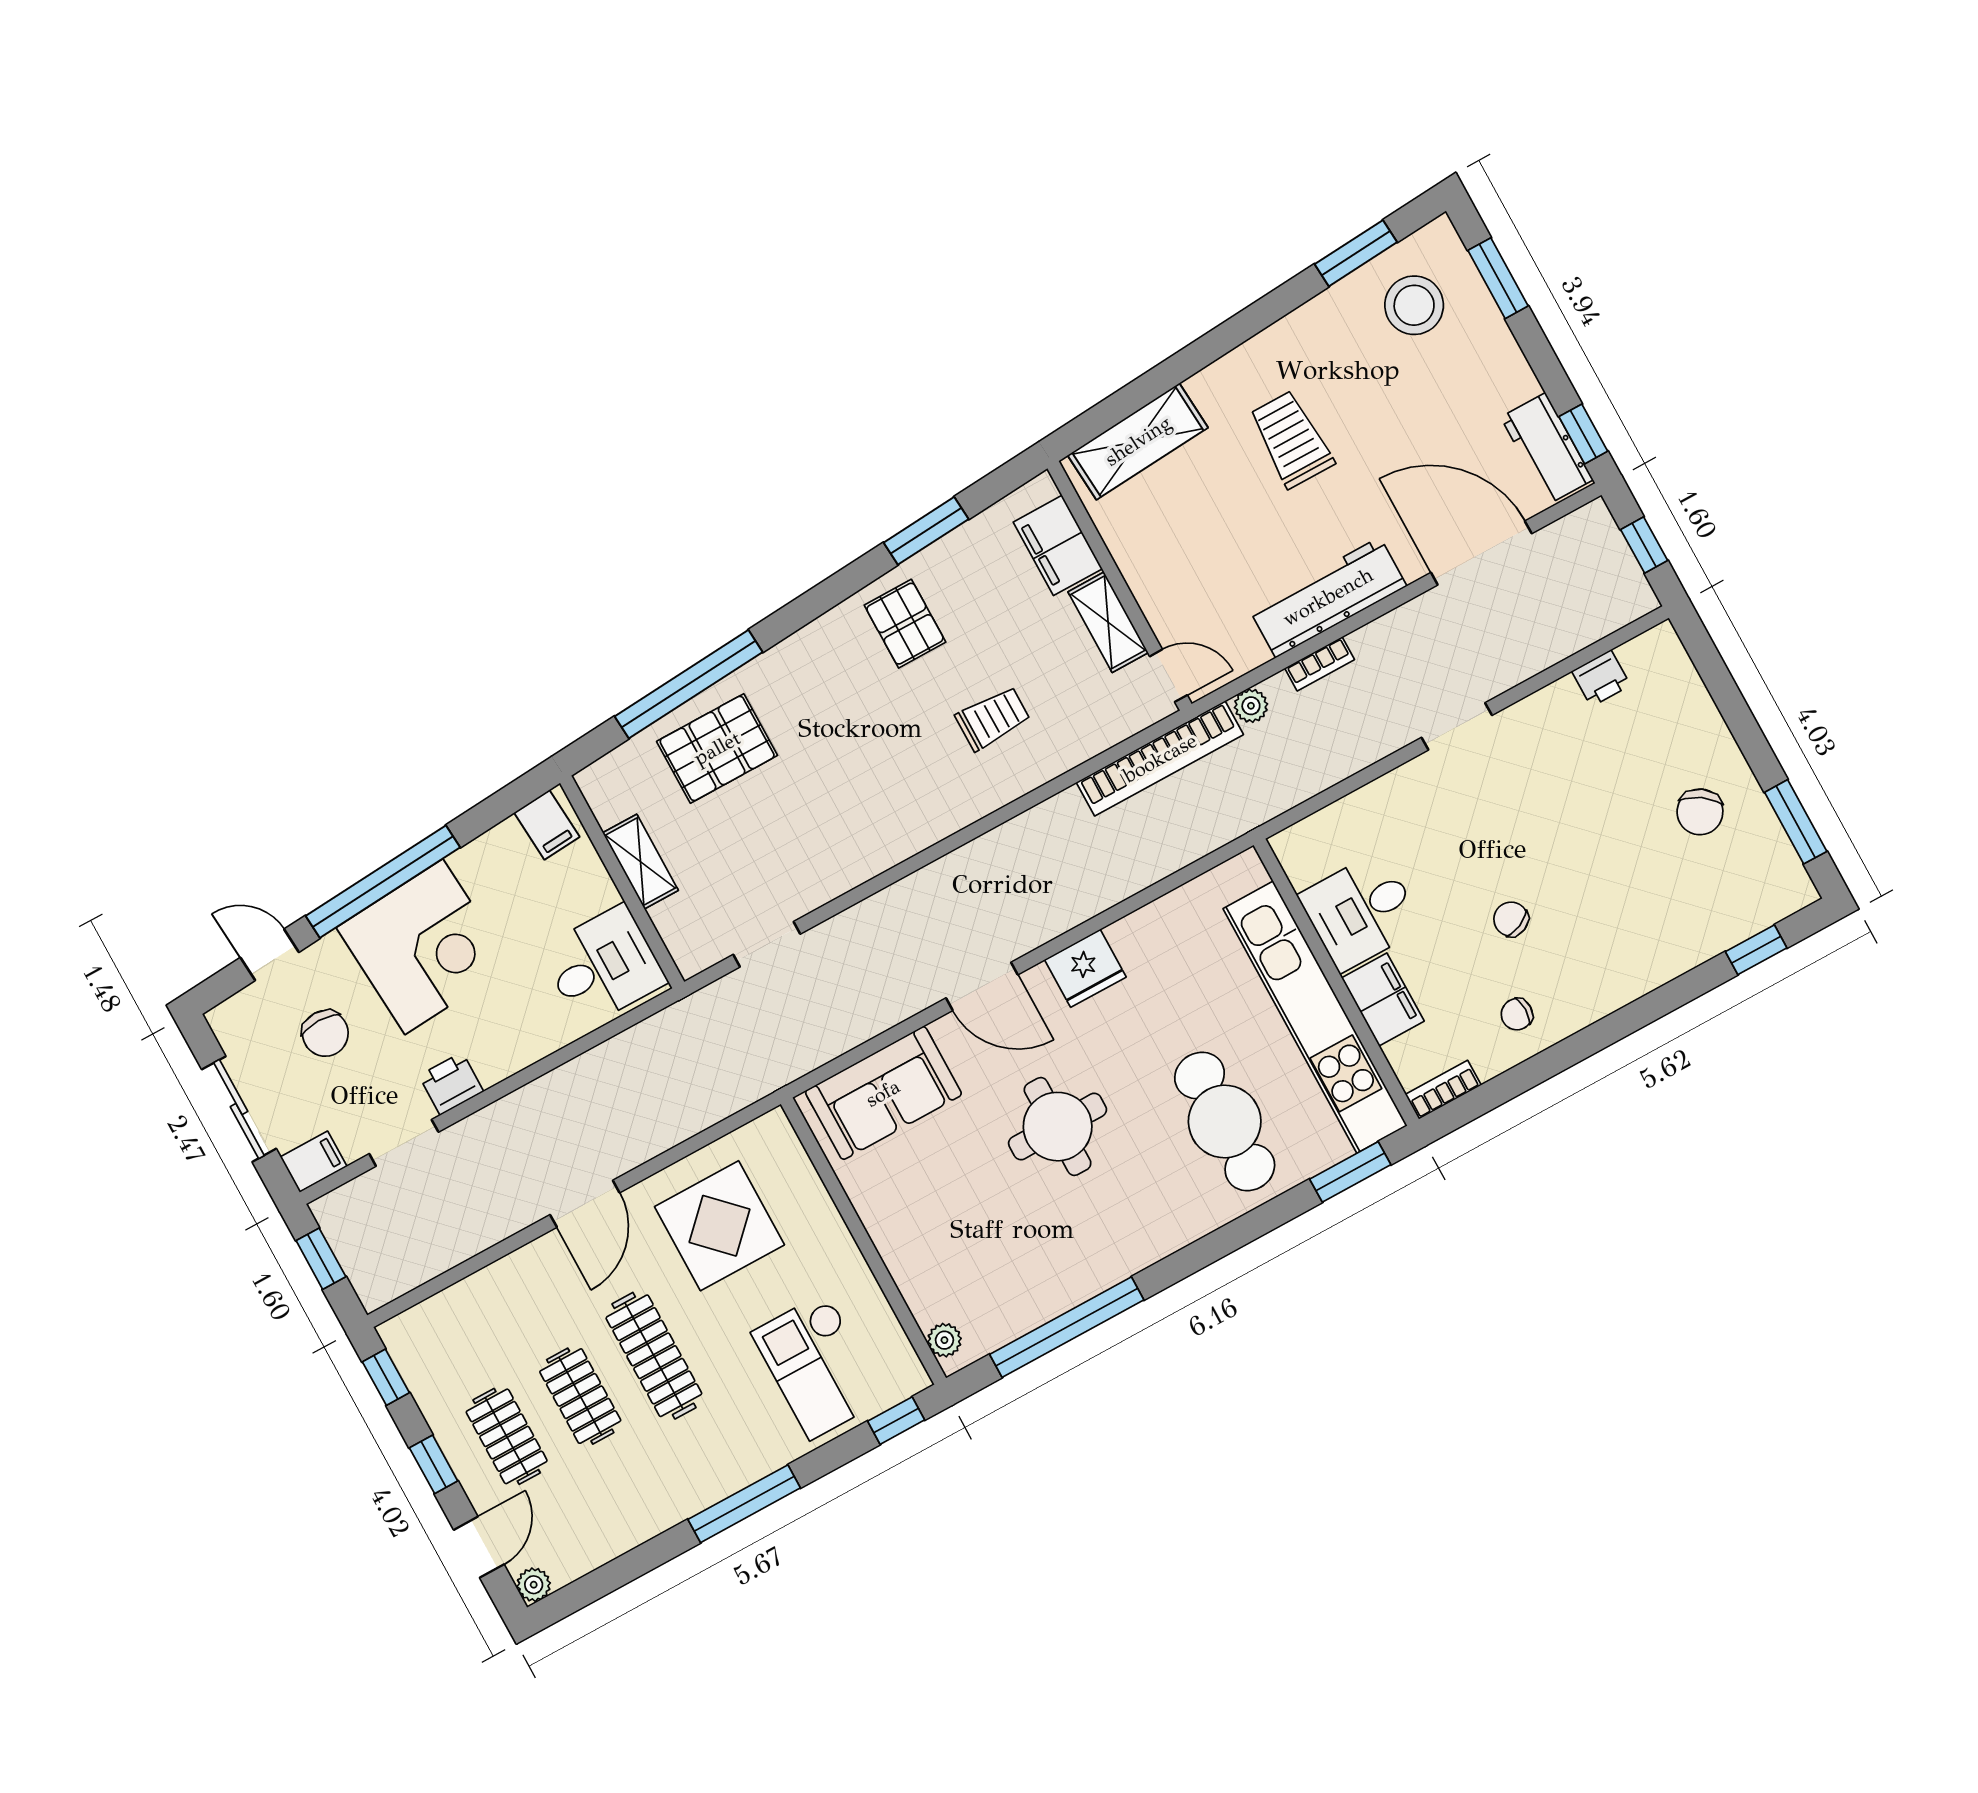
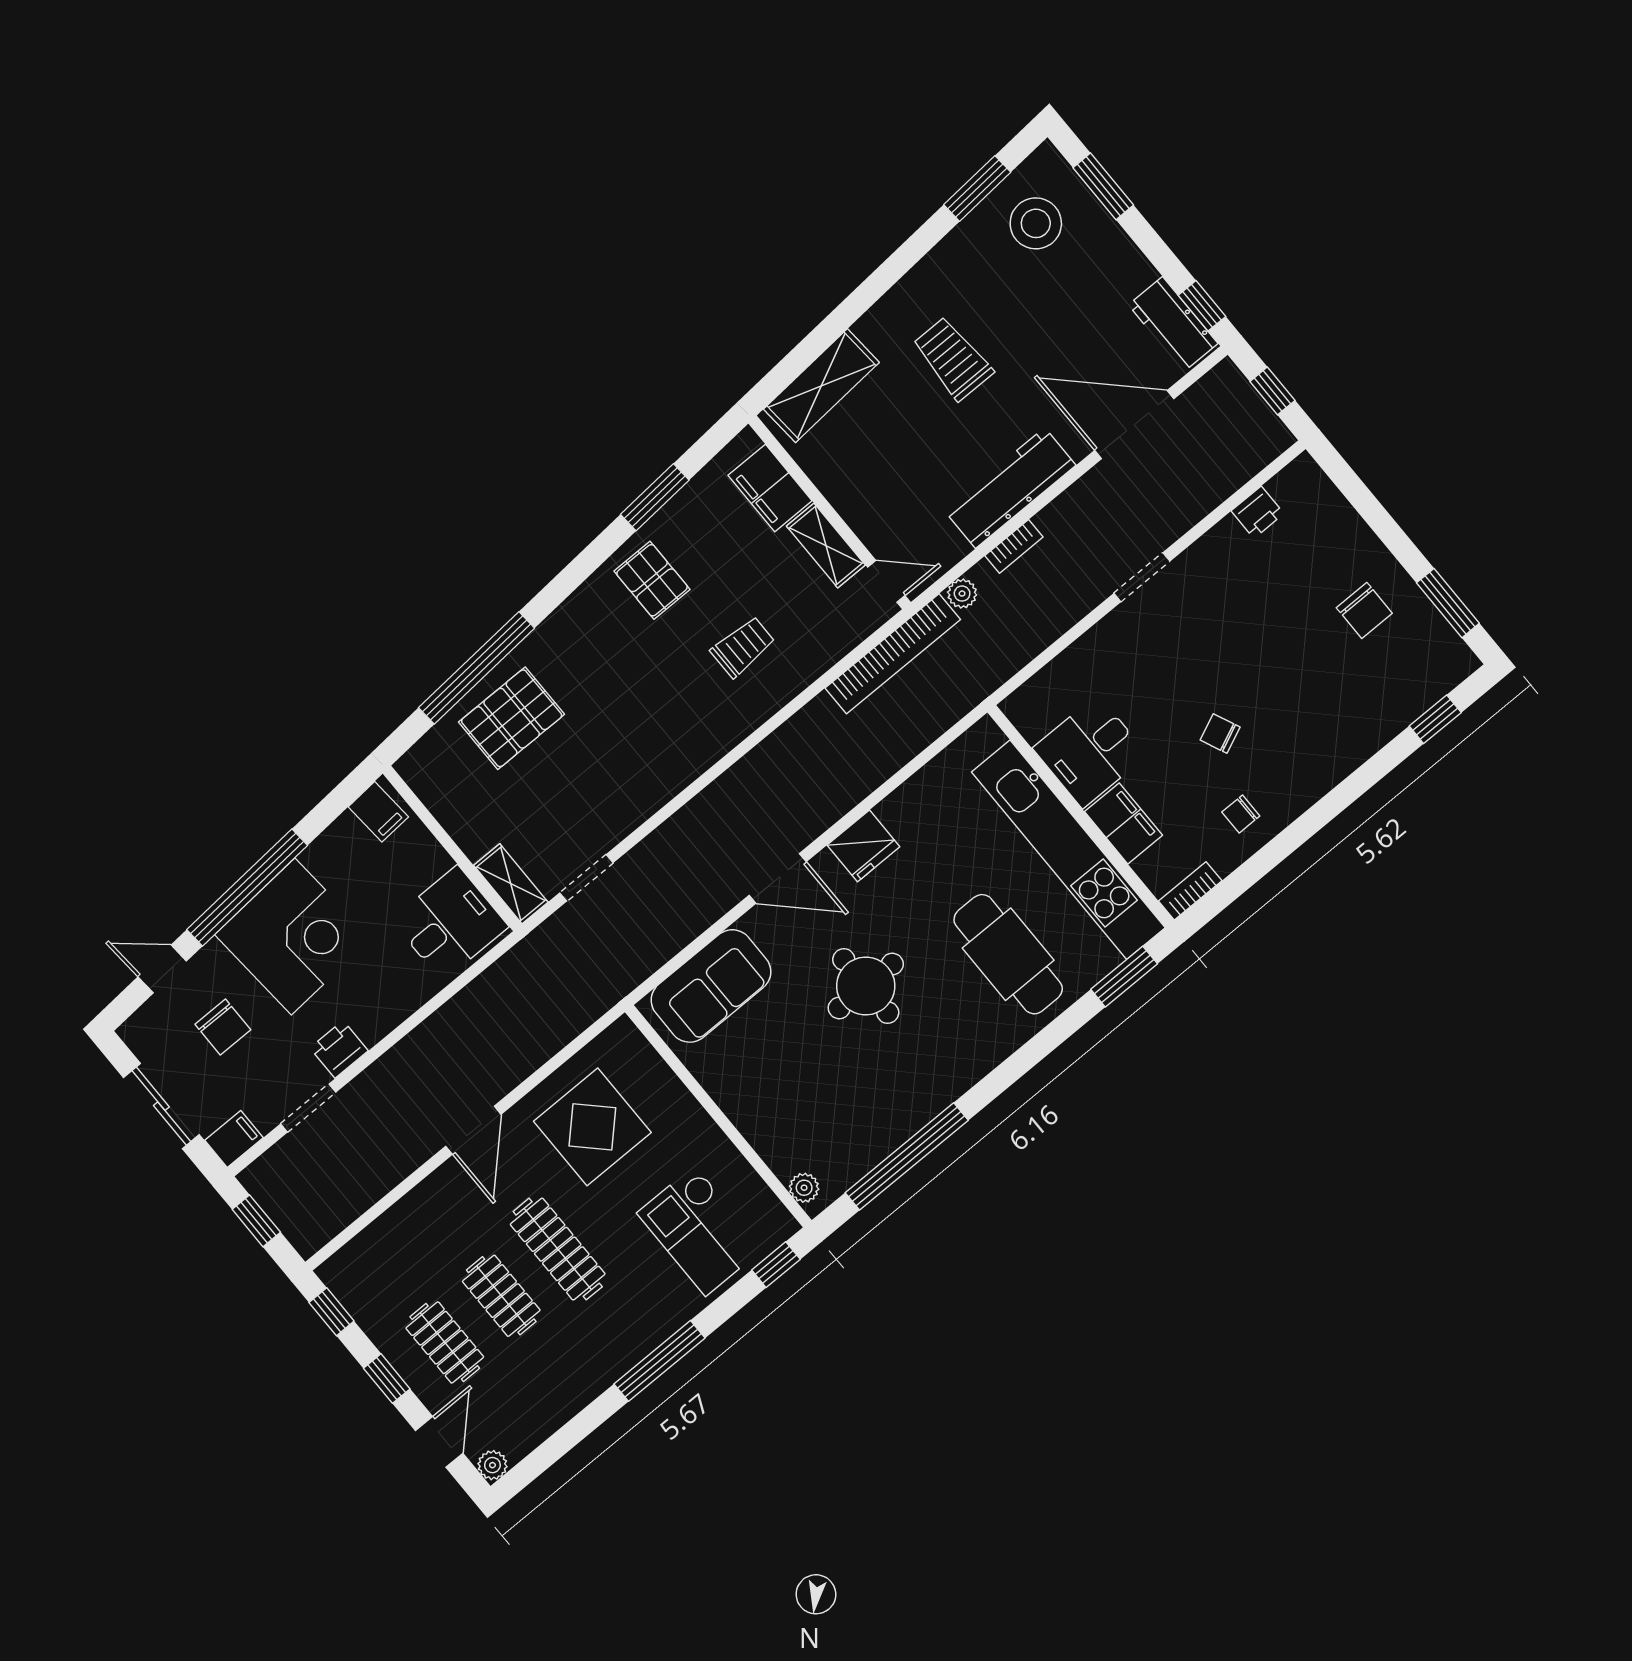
chair: (1700, 812) -> (1364, 610), turned -34
shelving: (640, 862) -> (511, 884), moved

